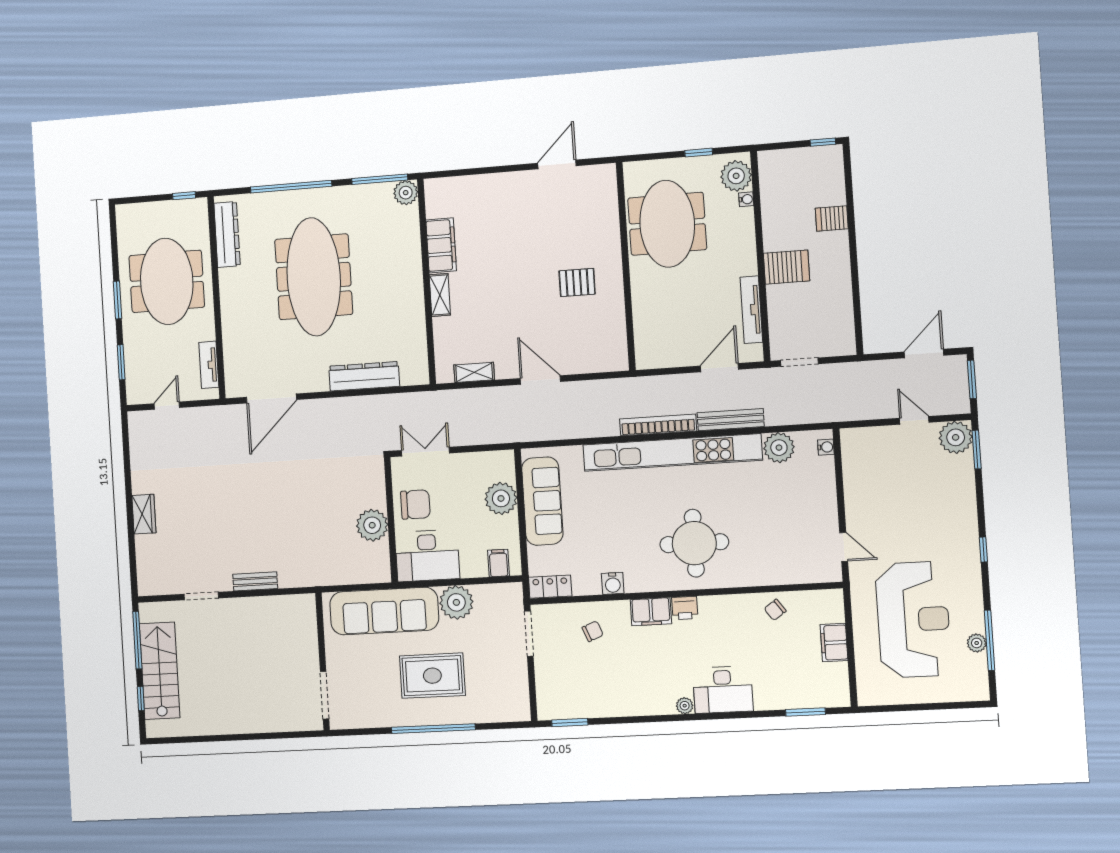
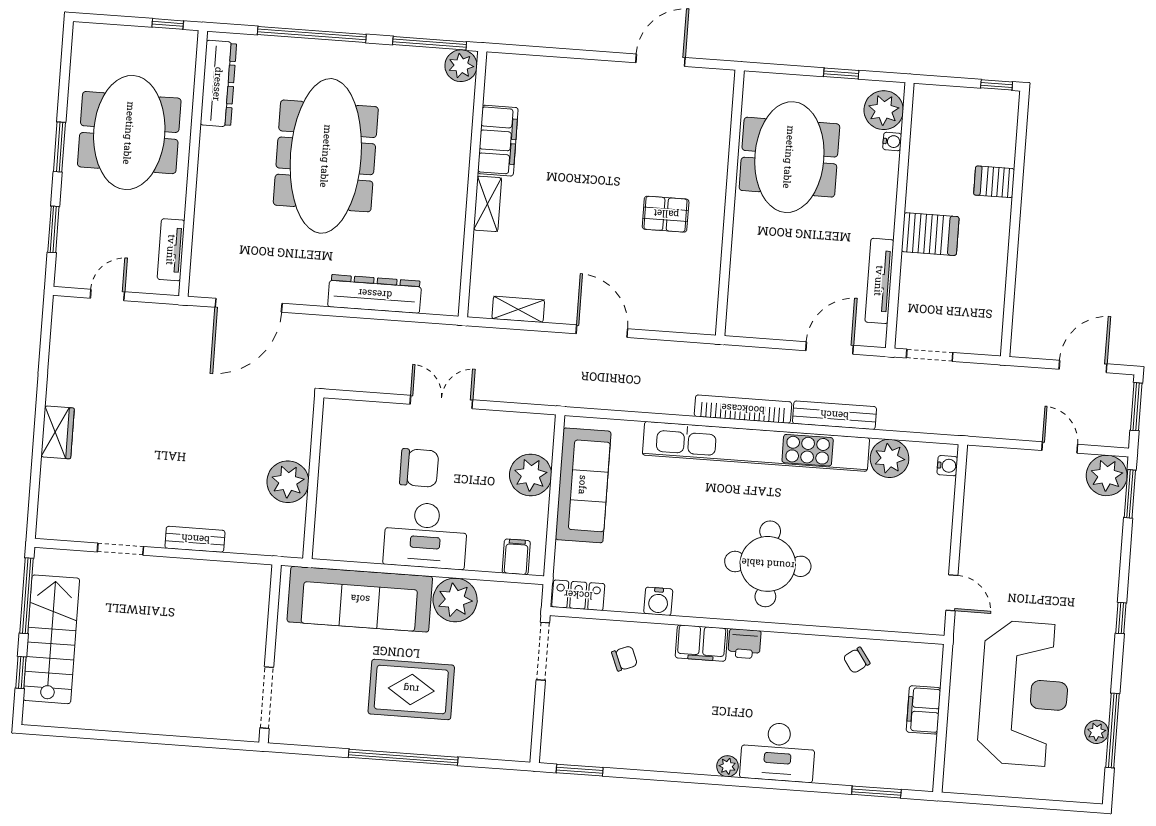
wall: (391, 520) -> (313, 478), moved
plant: (372, 525) -> (288, 482), moved

